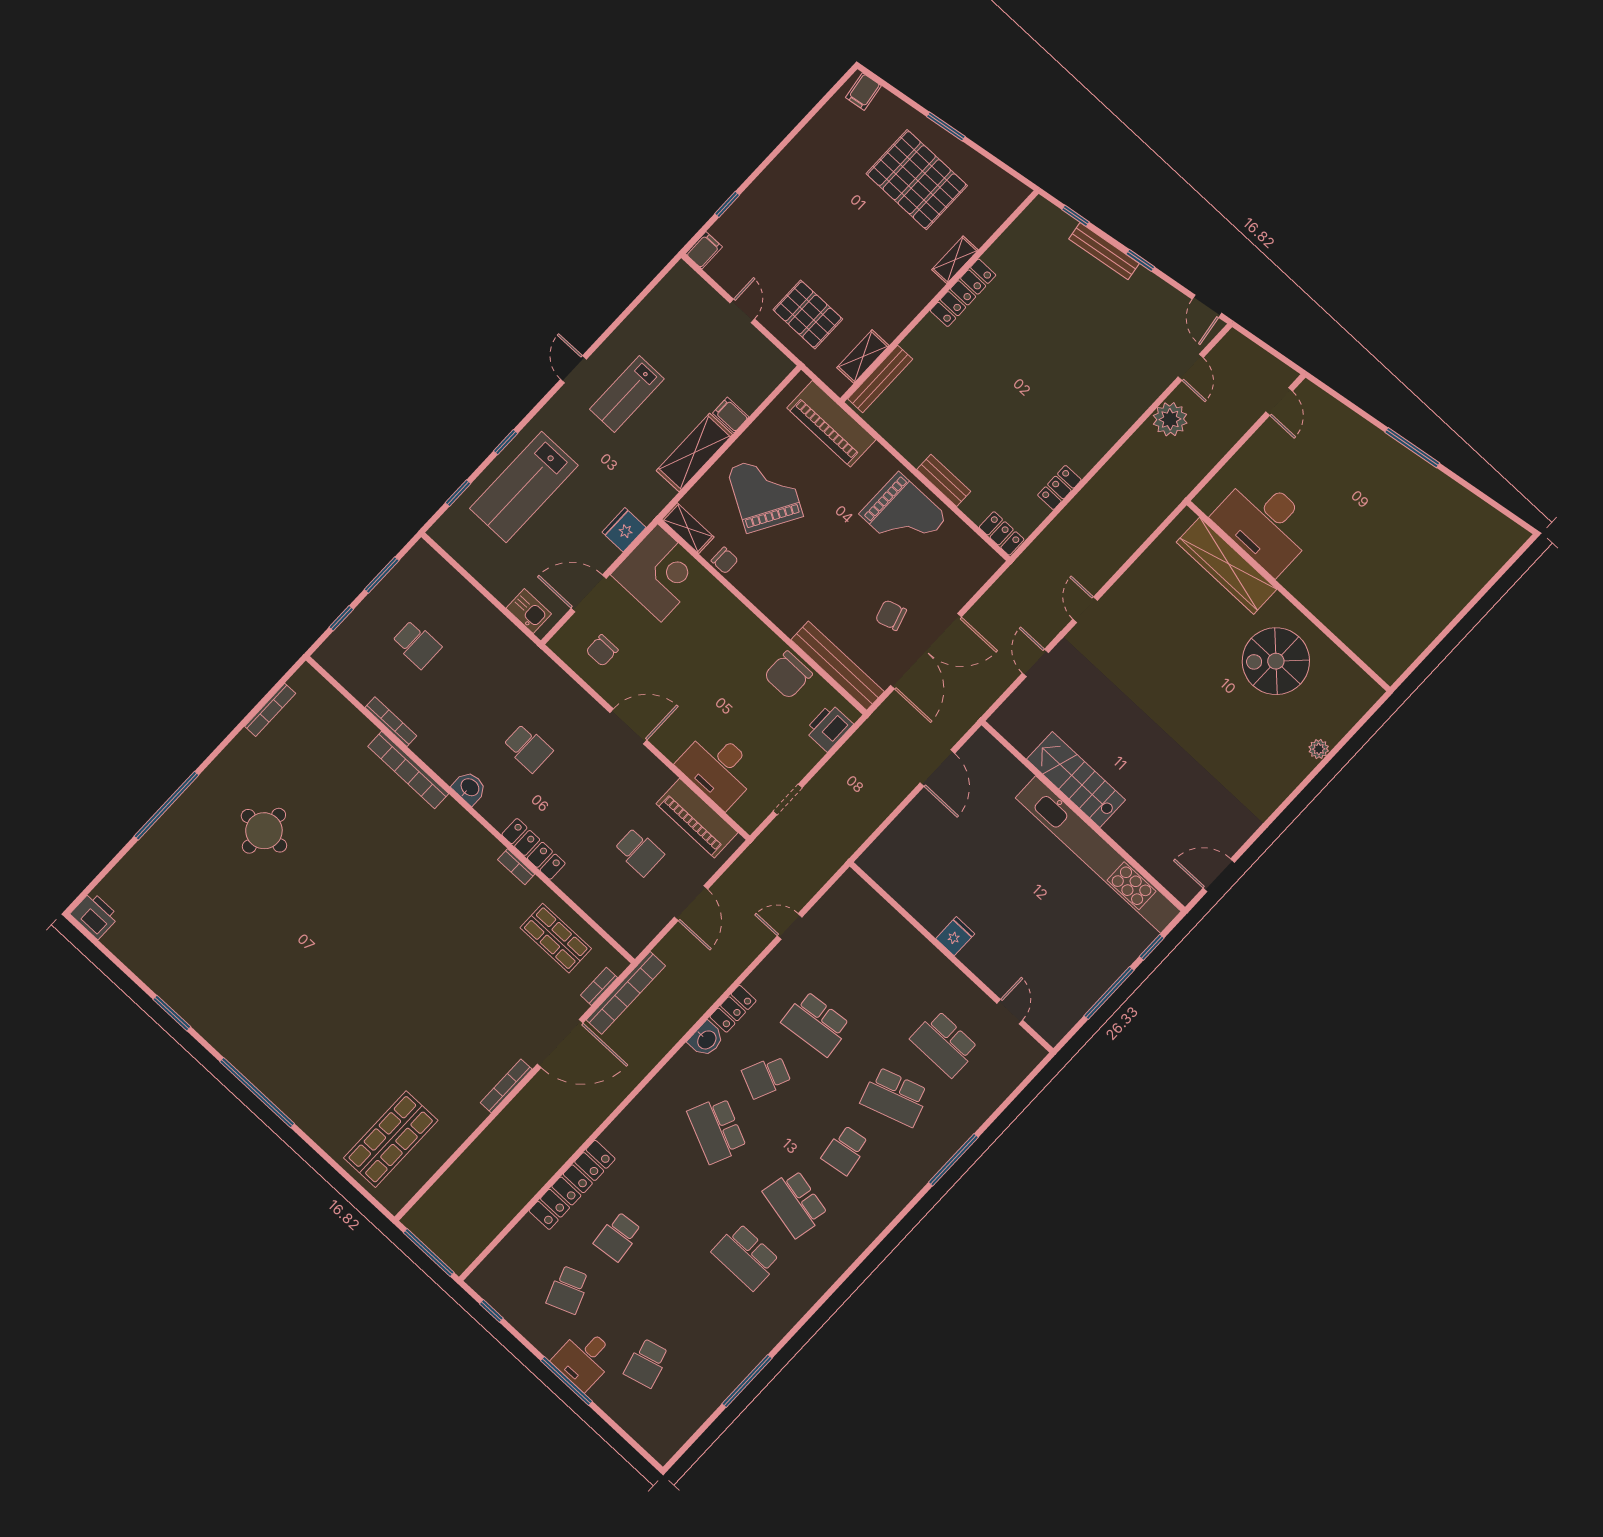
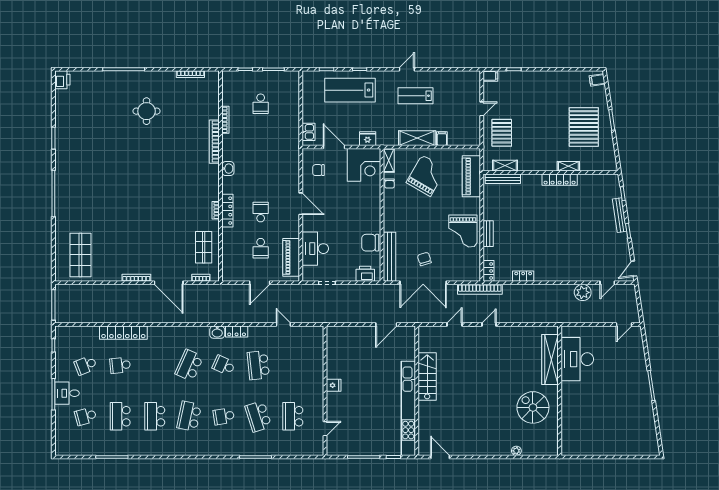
school desk: (528, 748) -> (261, 212), moved, turned 180
bookcase: (626, 993) -> (480, 289), moved
shop shelf: (391, 1139) -> (80, 255), turned 90
school desk: (696, 1310) -> (120, 416), added

